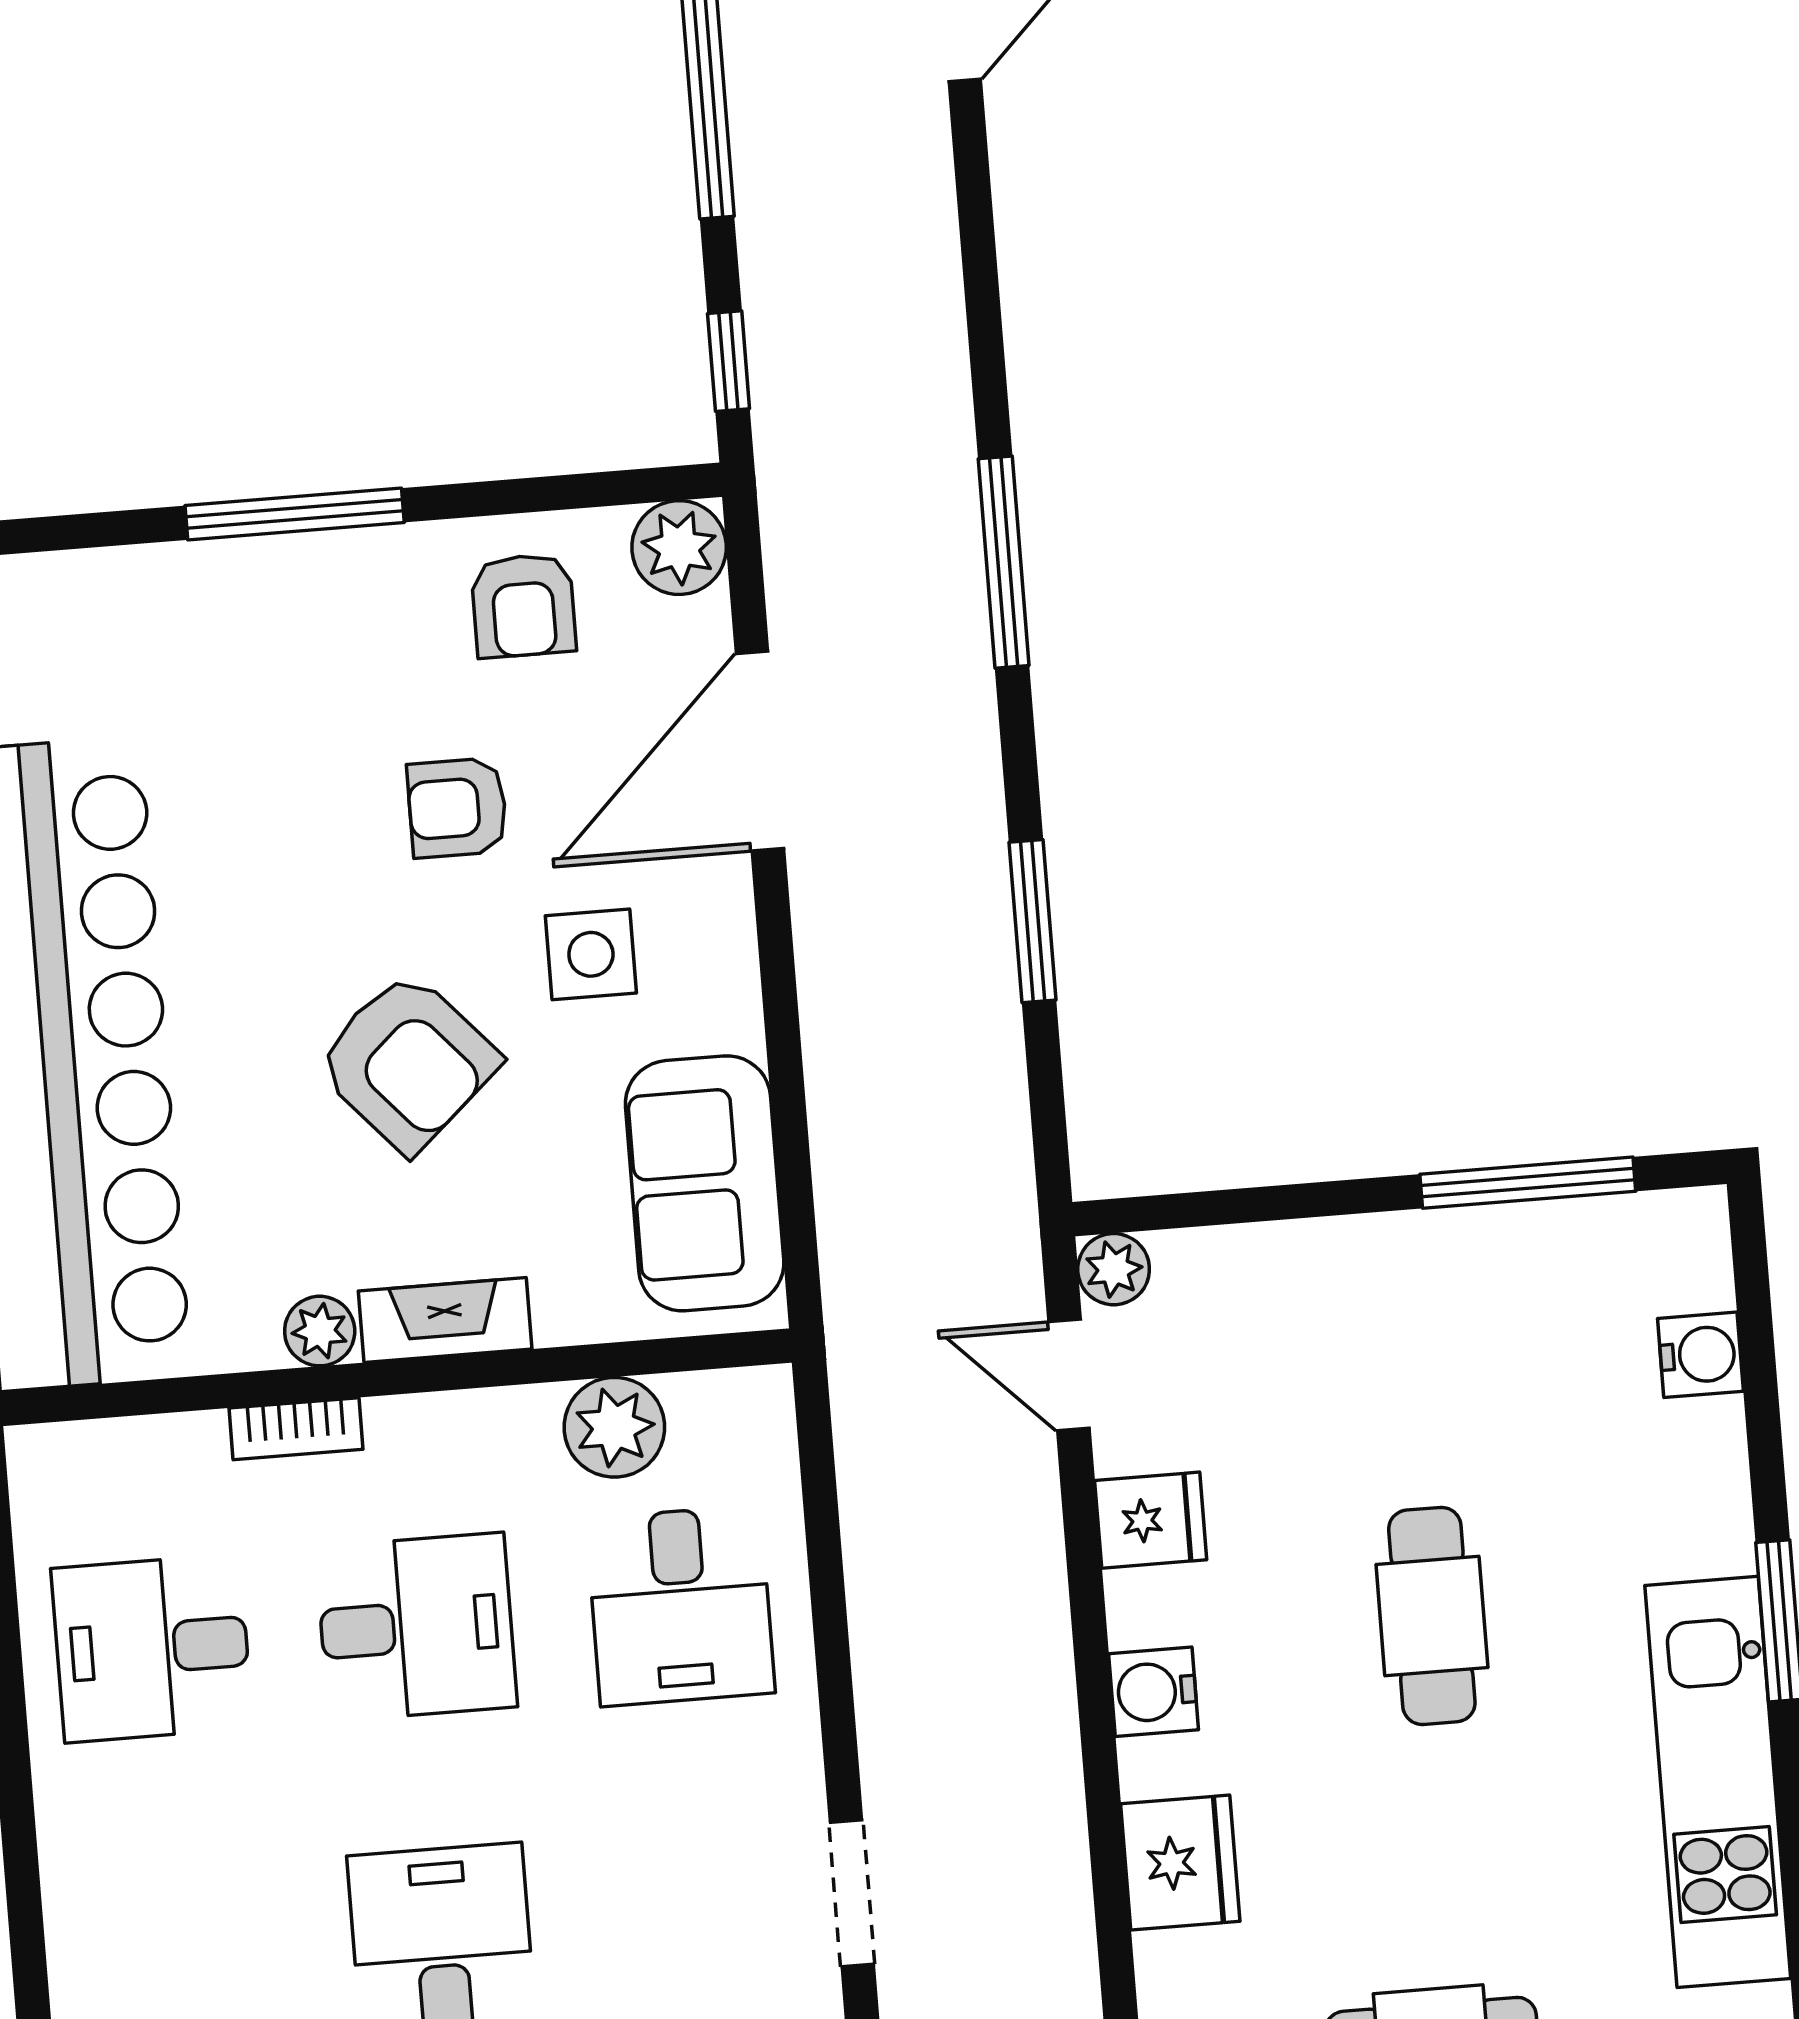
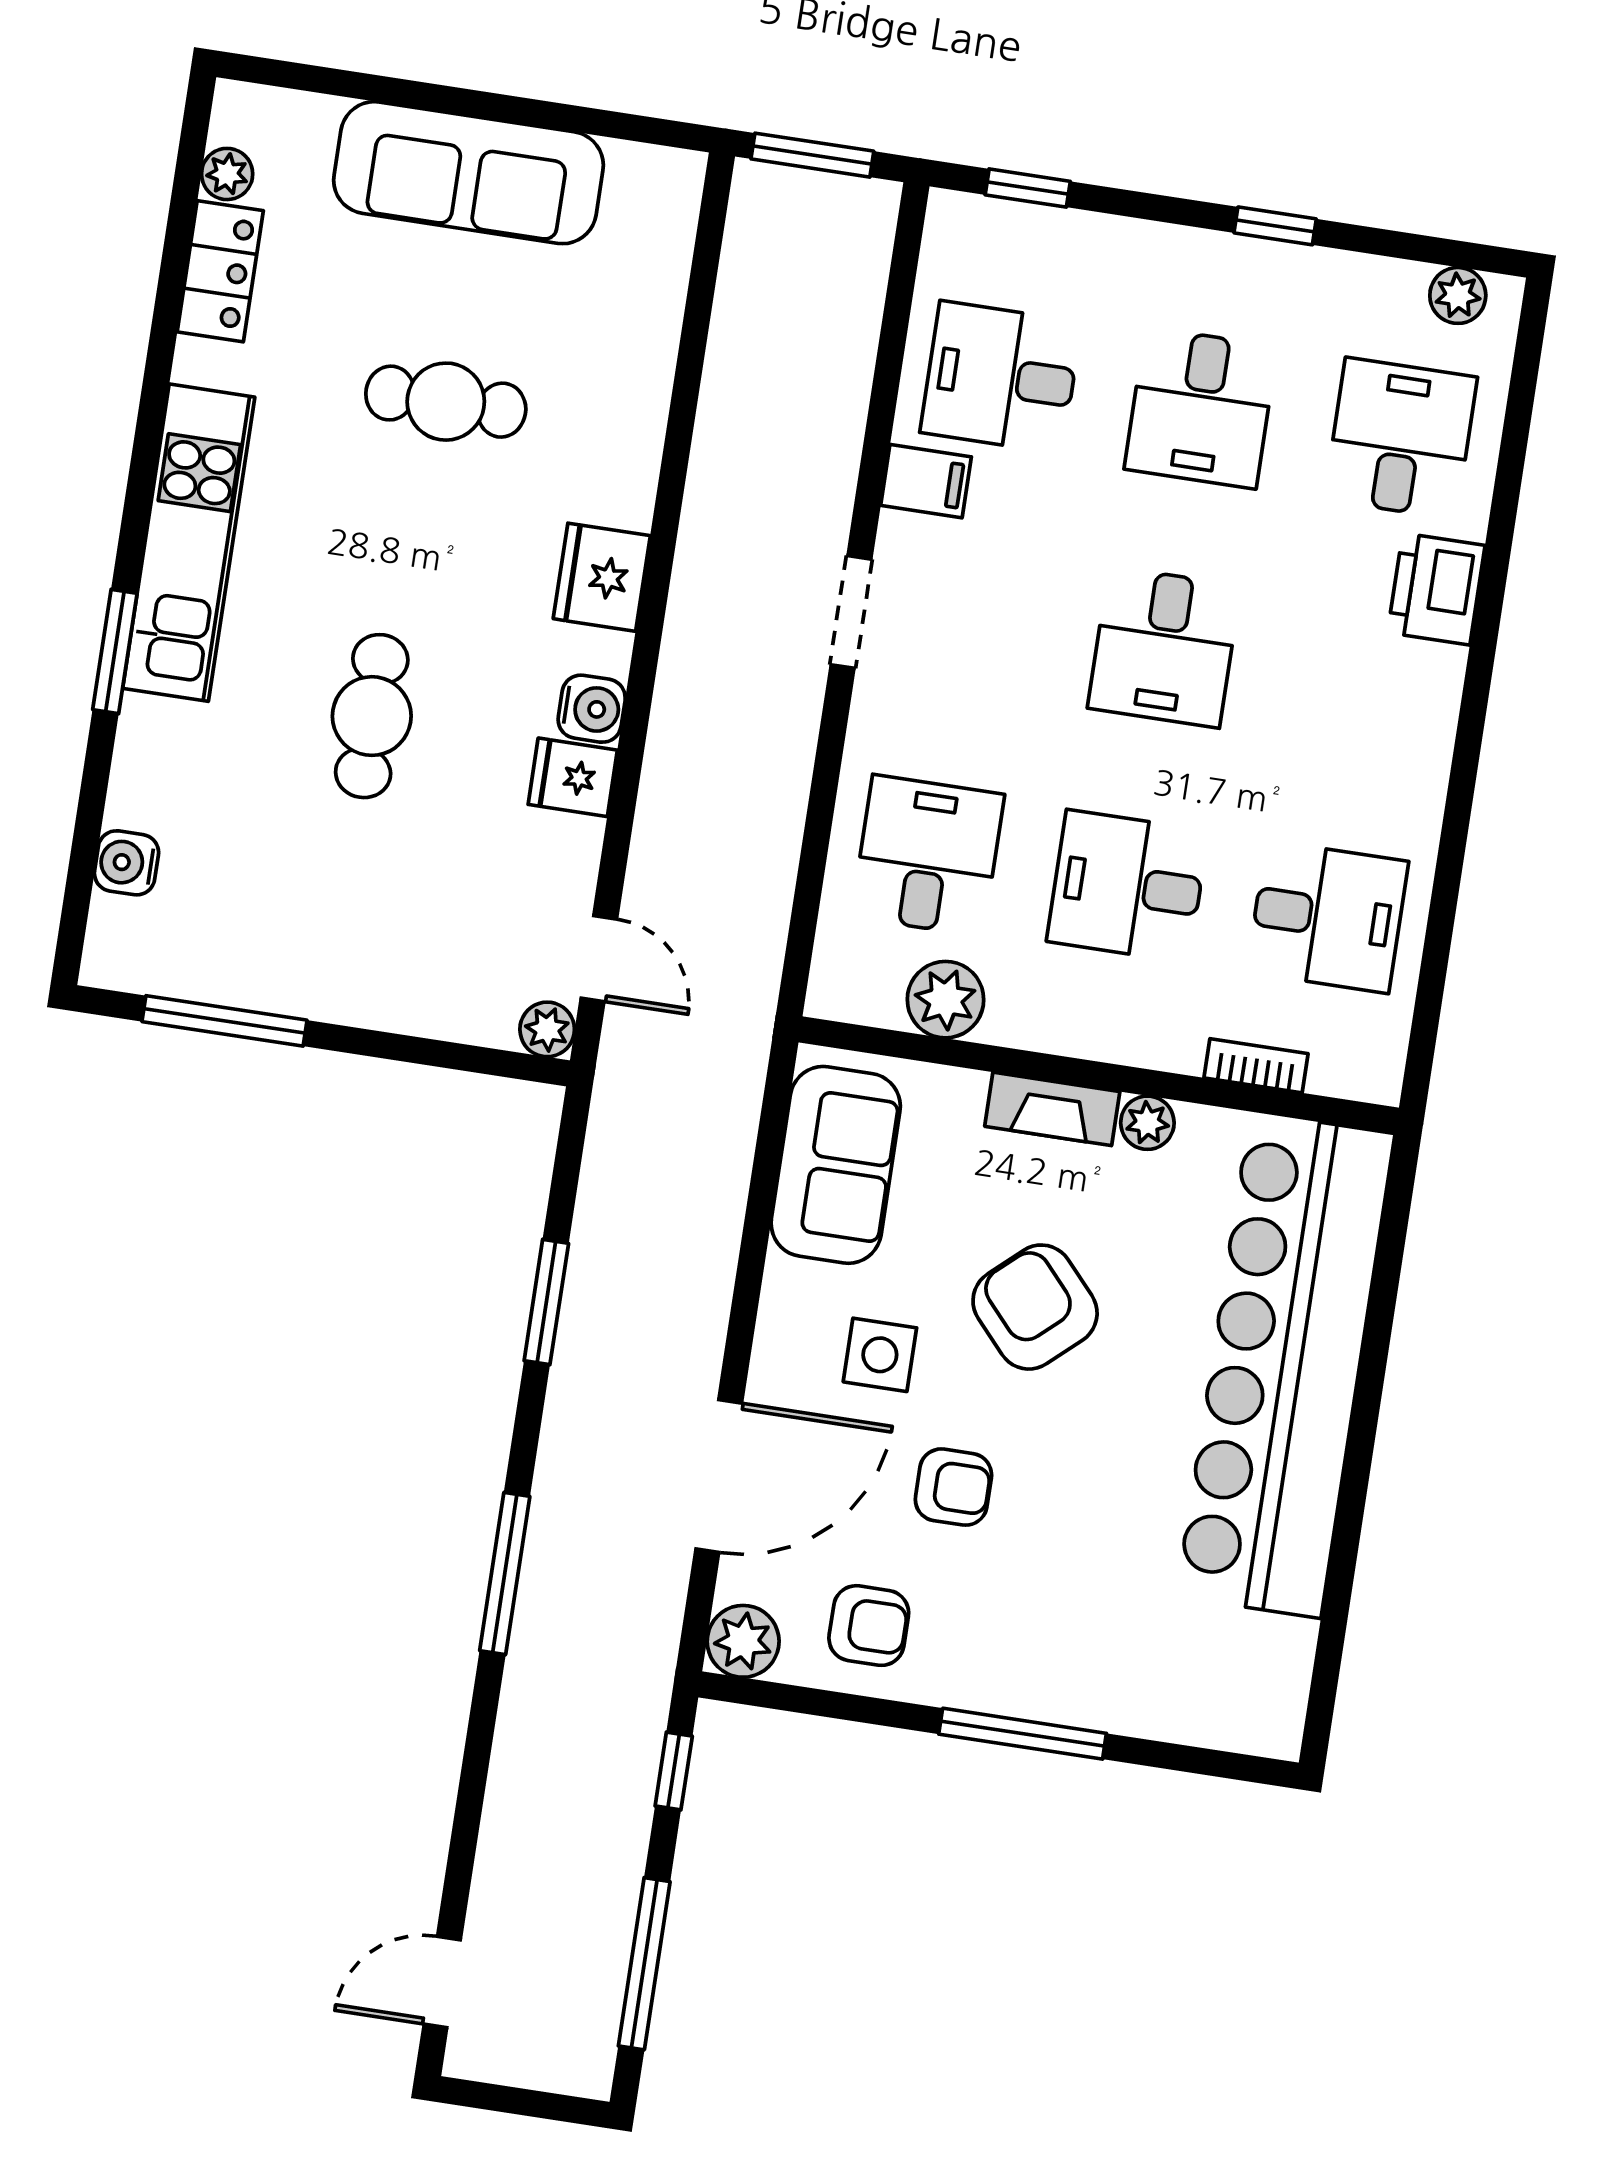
armchair: (523, 606) -> (869, 1626), turned 90
bookcase: (296, 1429) -> (1256, 1066), moved
fridge: (1151, 1520) -> (573, 777), moved

